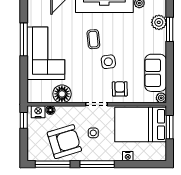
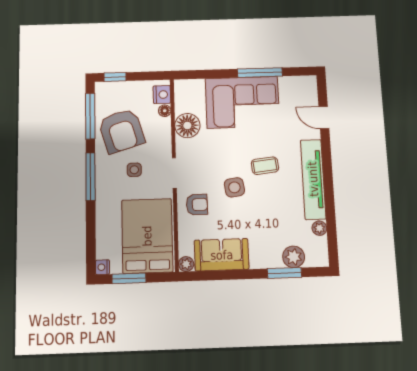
window: (24, 120) -> (115, 77), moved
window: (170, 127) -> (129, 278), moved
nightstand: (128, 156) -> (102, 267), moved

